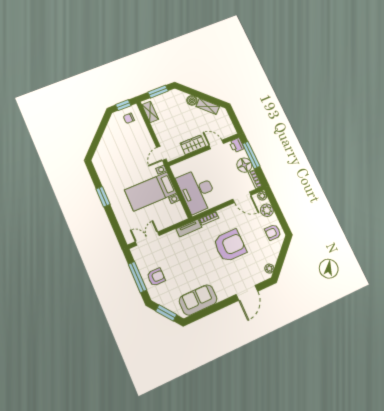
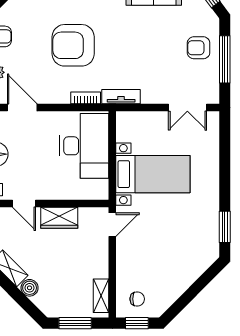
window: (103, 197) -> (225, 227), moved

